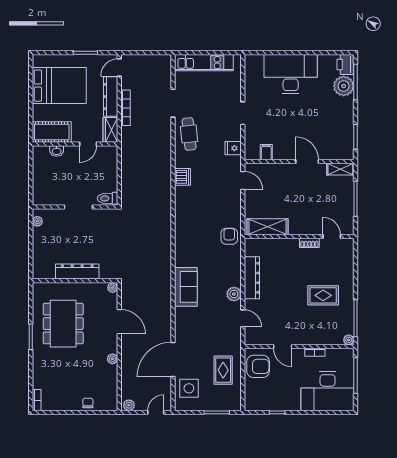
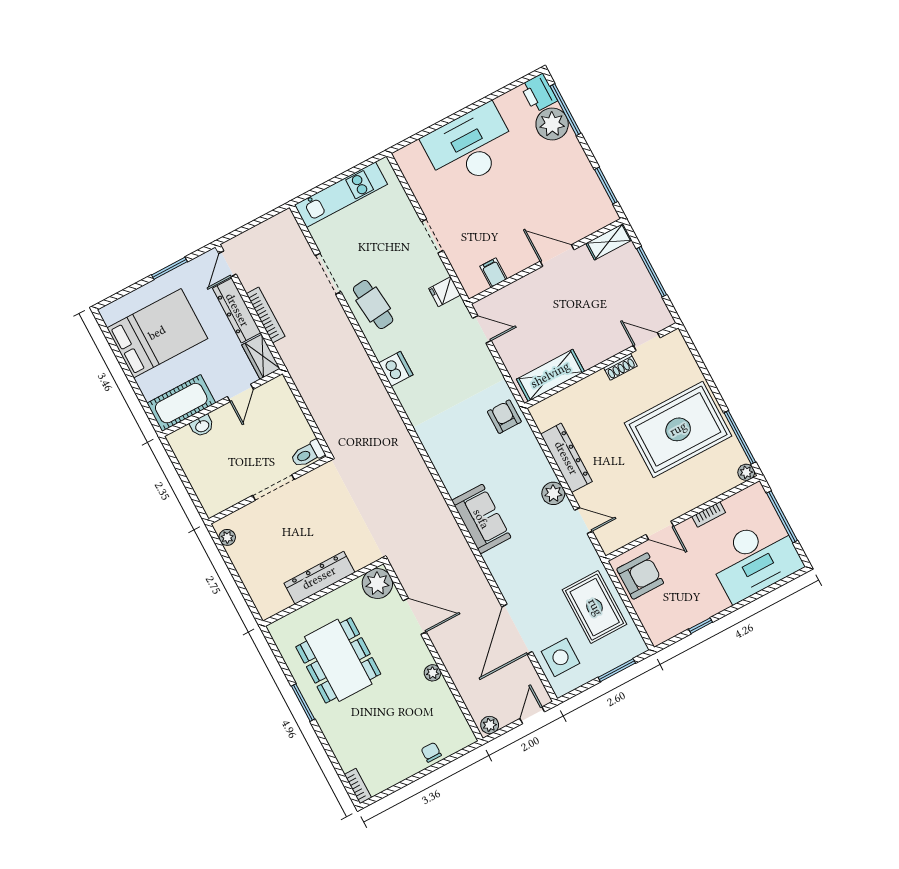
plant: (113, 288) -> (377, 584), width x1.87, depth x1.87
rug: (323, 295) -> (678, 429), width x1.86, depth x2.06
rug: (223, 370) -> (595, 607), width x1.36, depth x1.43

